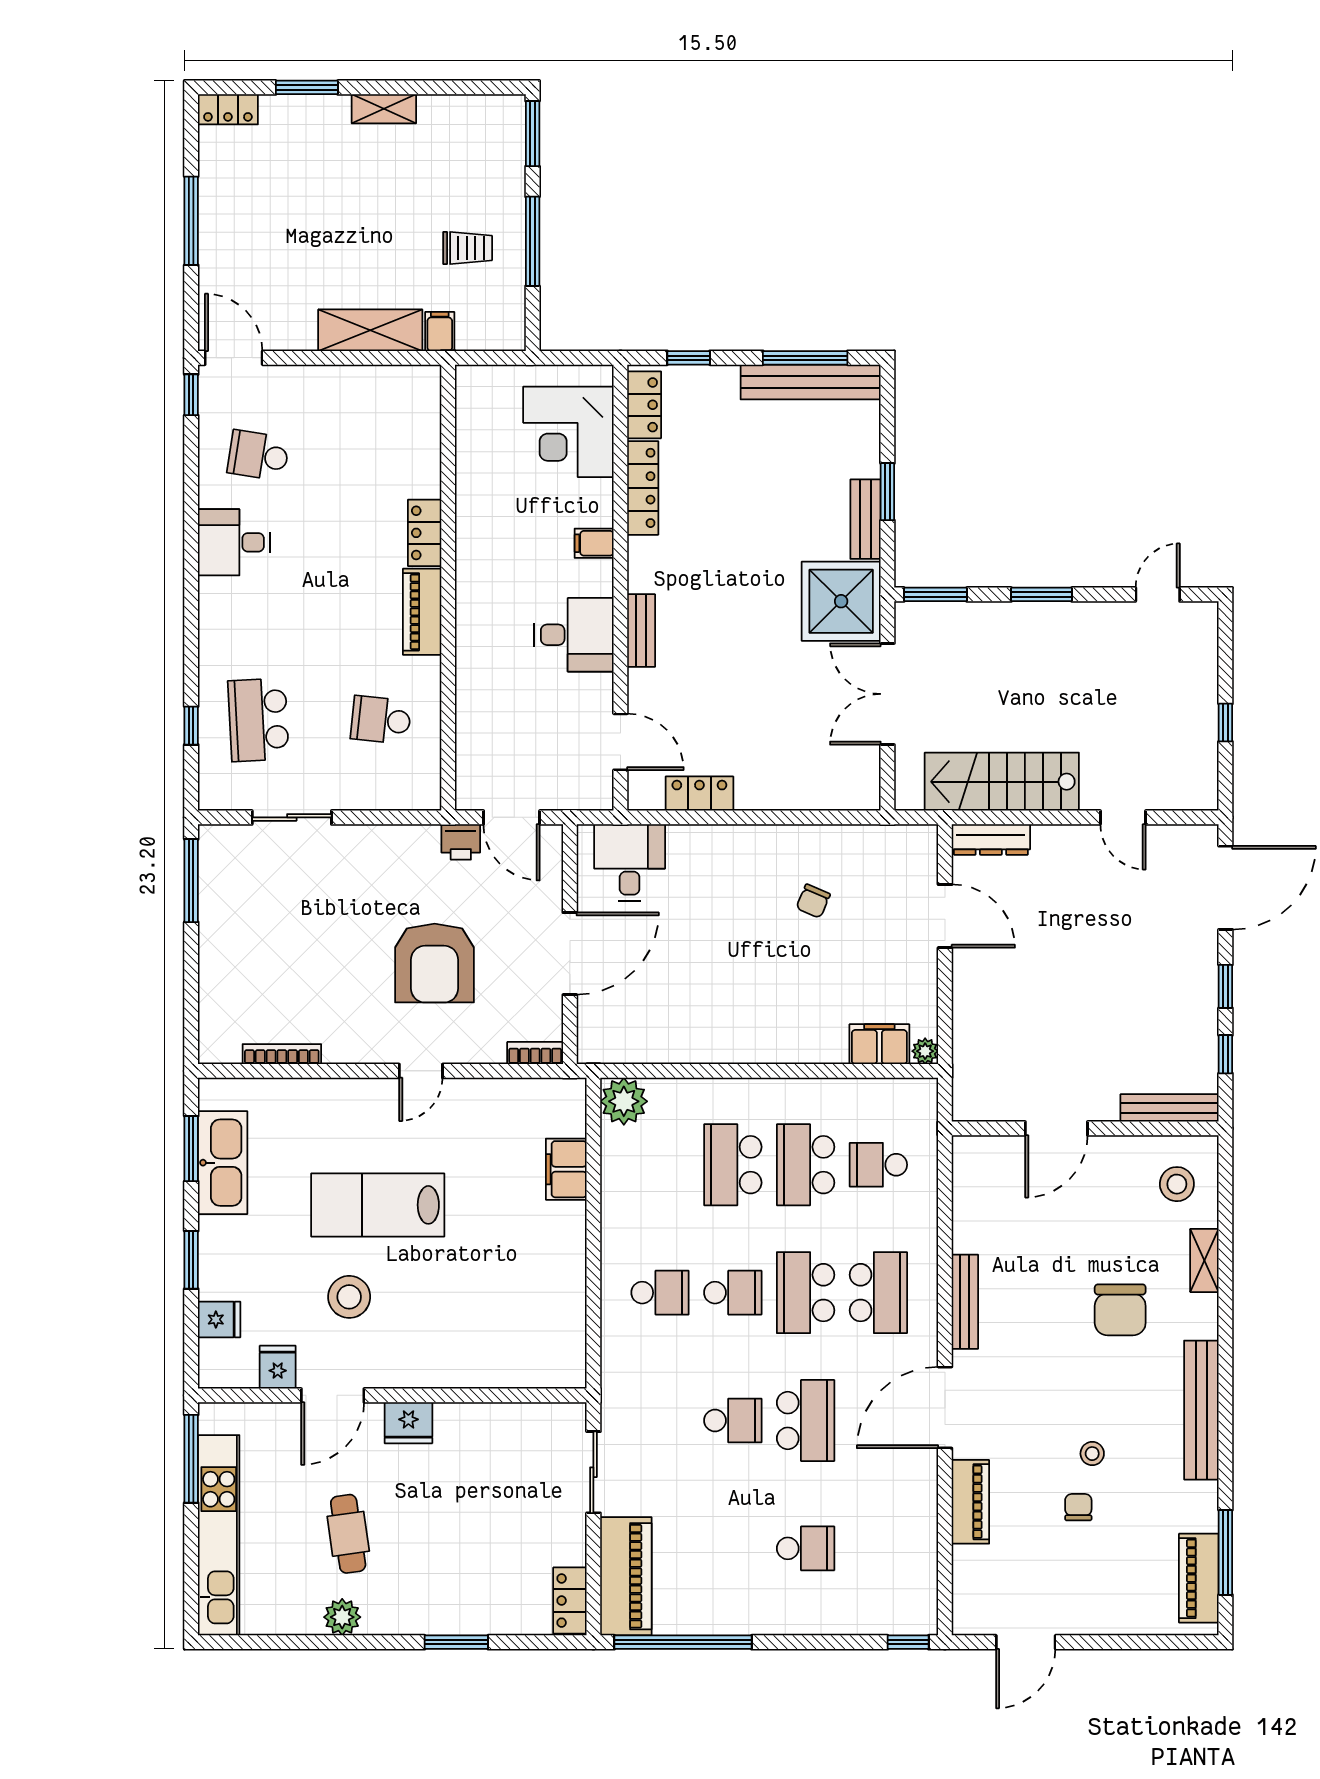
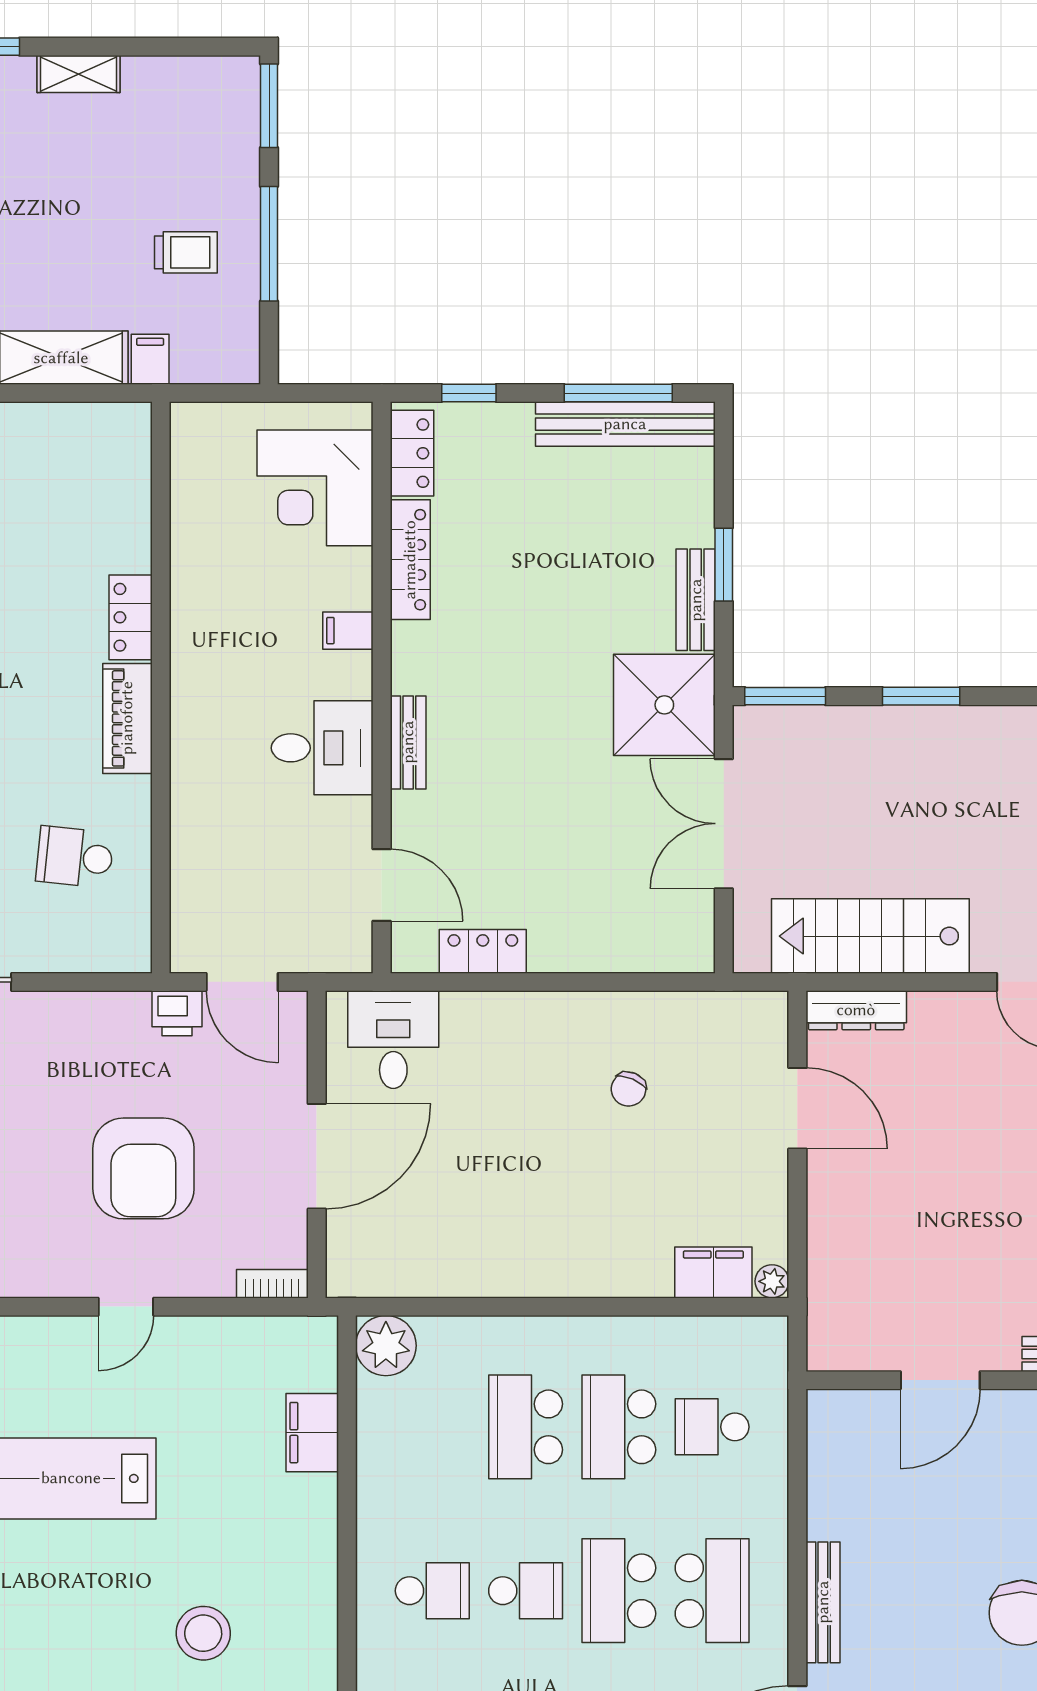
stool: (349, 1297) -> (203, 1633), moved

